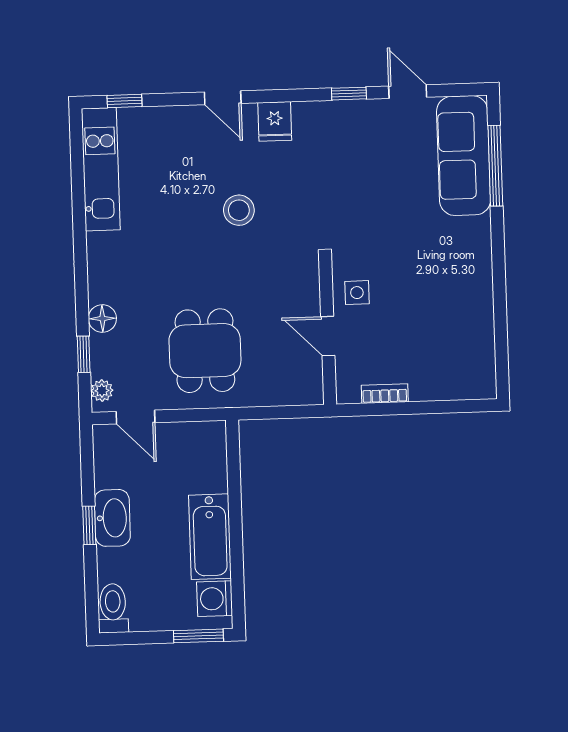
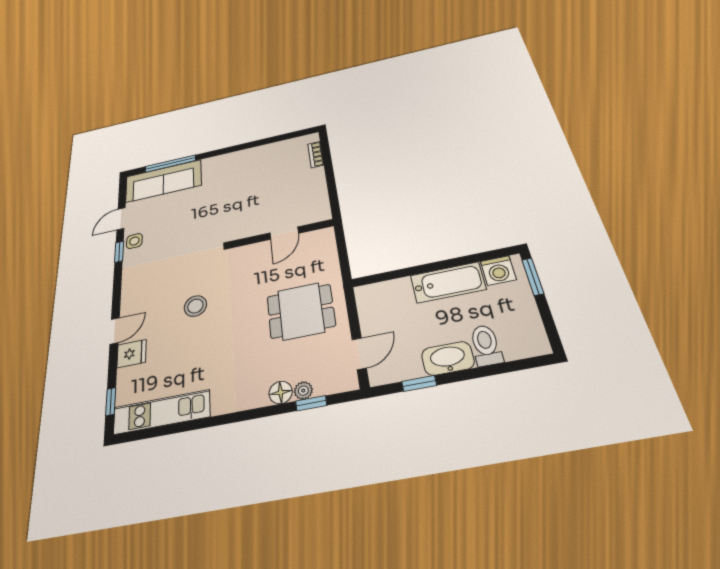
fridge: (275, 121) -> (132, 354), moved
side table: (357, 293) -> (134, 241), moved
plant: (102, 391) -> (303, 391), moved
bookcase: (385, 394) -> (316, 155), moved
window: (89, 525) -> (419, 383), moved
toilet: (113, 608) -> (486, 345), moved, turned 90

